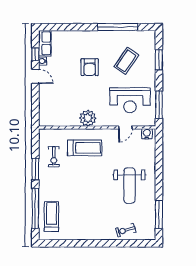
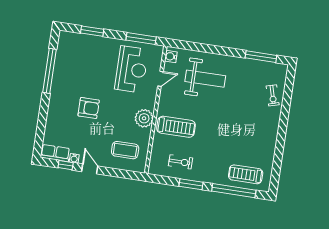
coffee table: (126, 61) -> (125, 150), moved, turned -34
door: (35, 76) -> (90, 169), hinge flipped
door: (125, 127) -> (160, 79), hinge flipped
treadmill: (85, 148) -> (176, 127), turned 90
weight bench: (129, 186) -> (205, 79), moved

